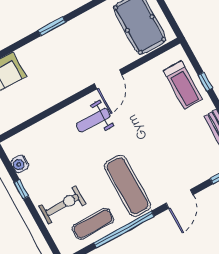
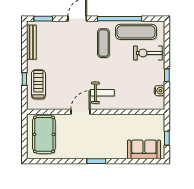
exercise mat: (127, 186) -> (103, 43), width x0.73, depth x0.69
exercise mat: (93, 224) -> (136, 32), width x1.36, depth x1.45

